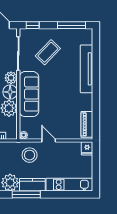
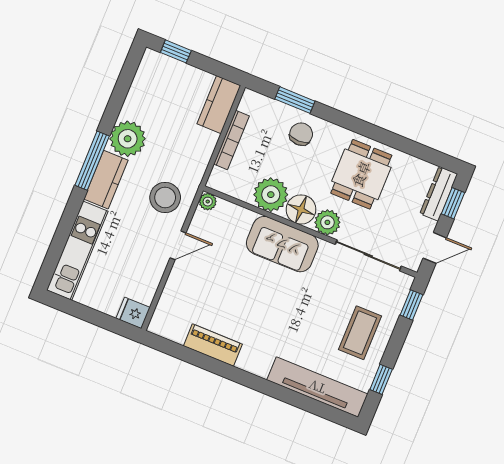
window: (72, 25) -> (381, 379), width x0.46
coffee table: (48, 52) -> (360, 333), moved, turned 46
tv unit: (87, 69) -> (317, 387), moved
sofa: (29, 94) -> (282, 244), width x0.73
piano: (87, 124) -> (213, 345), moved

